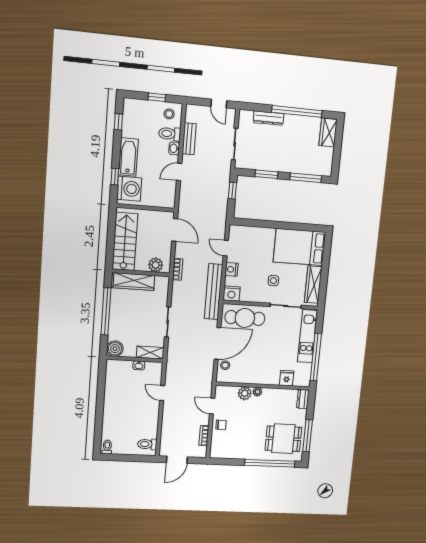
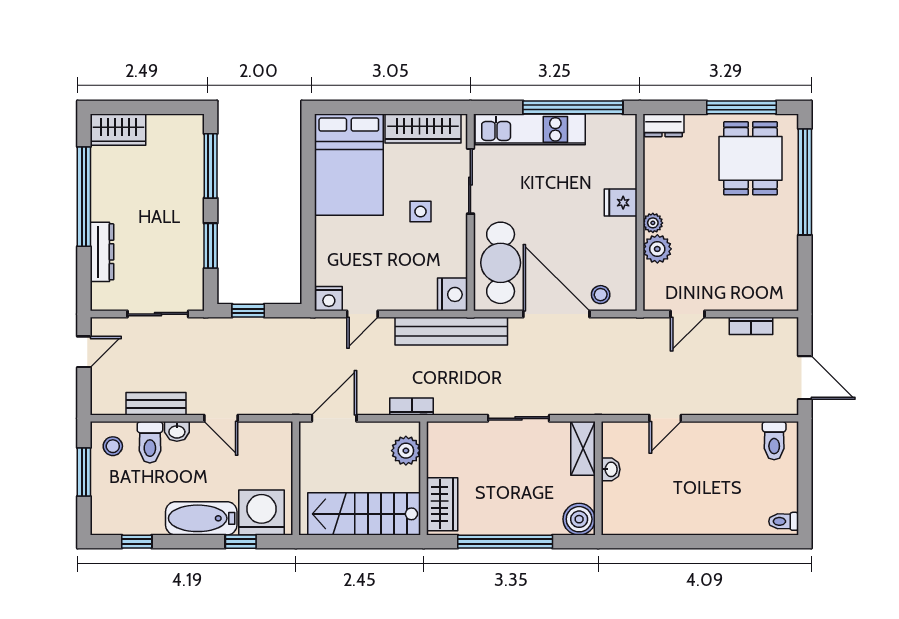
window: (157, 97) -> (84, 472), width x1.50
nightstand: (232, 269) -> (329, 299), moved
wardrobe: (134, 282) -> (442, 504), width x0.67
fridge: (287, 378) -> (621, 203), moved
chair: (221, 425) -> (726, 292), removed

